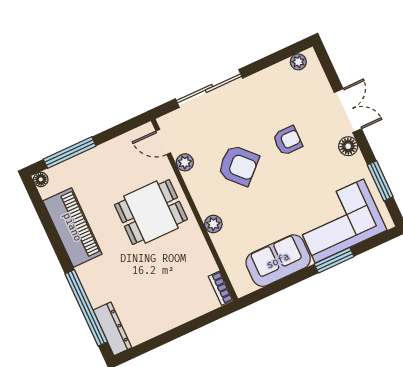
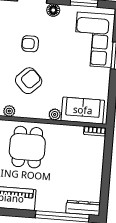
armchair: (288, 141) -> (30, 44), turned -90
sofa: (278, 261) -> (83, 110), moved, turned 90

